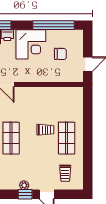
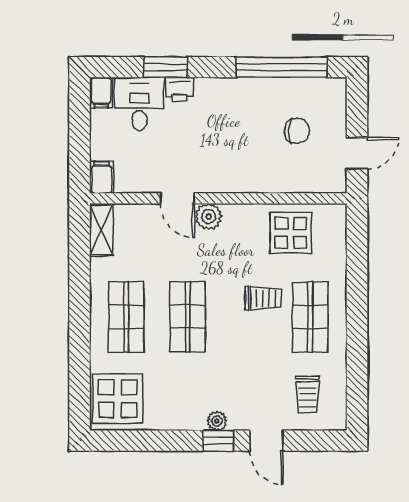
corner desk: (31, 44) -> (231, 110), removed
plant: (20, 93) -> (209, 217), added
display table: (58, 100) -> (291, 233), added

